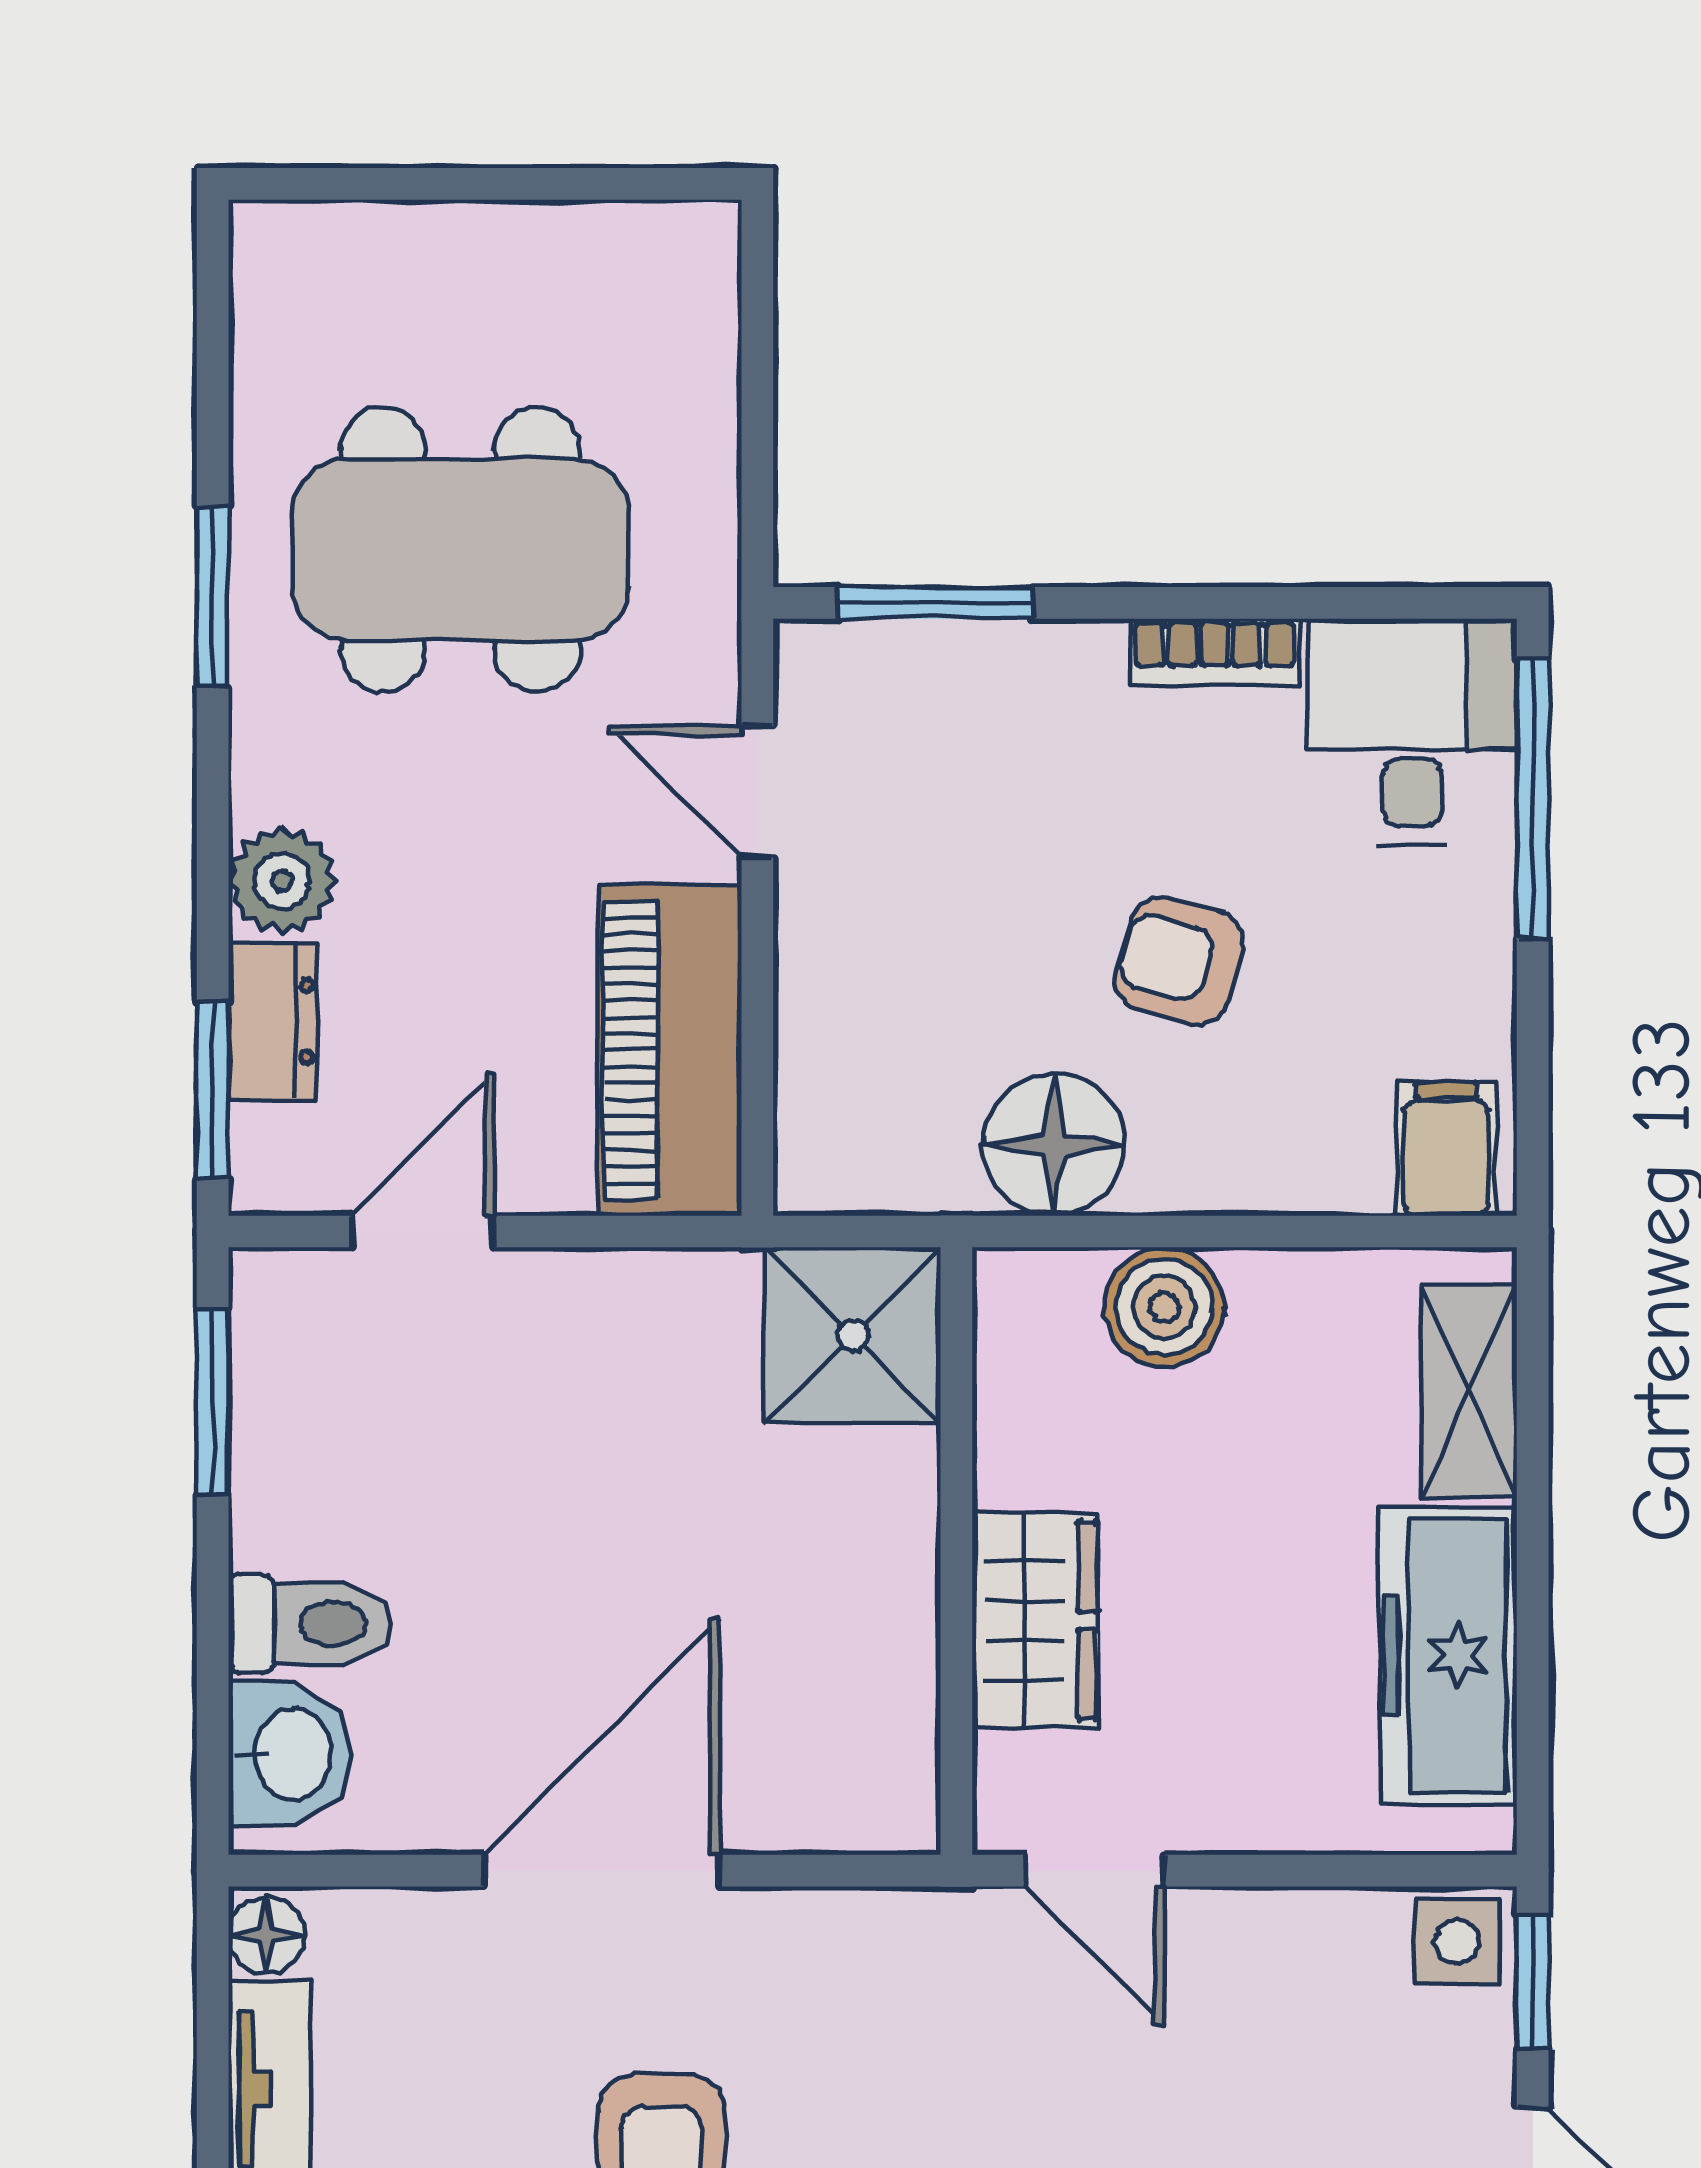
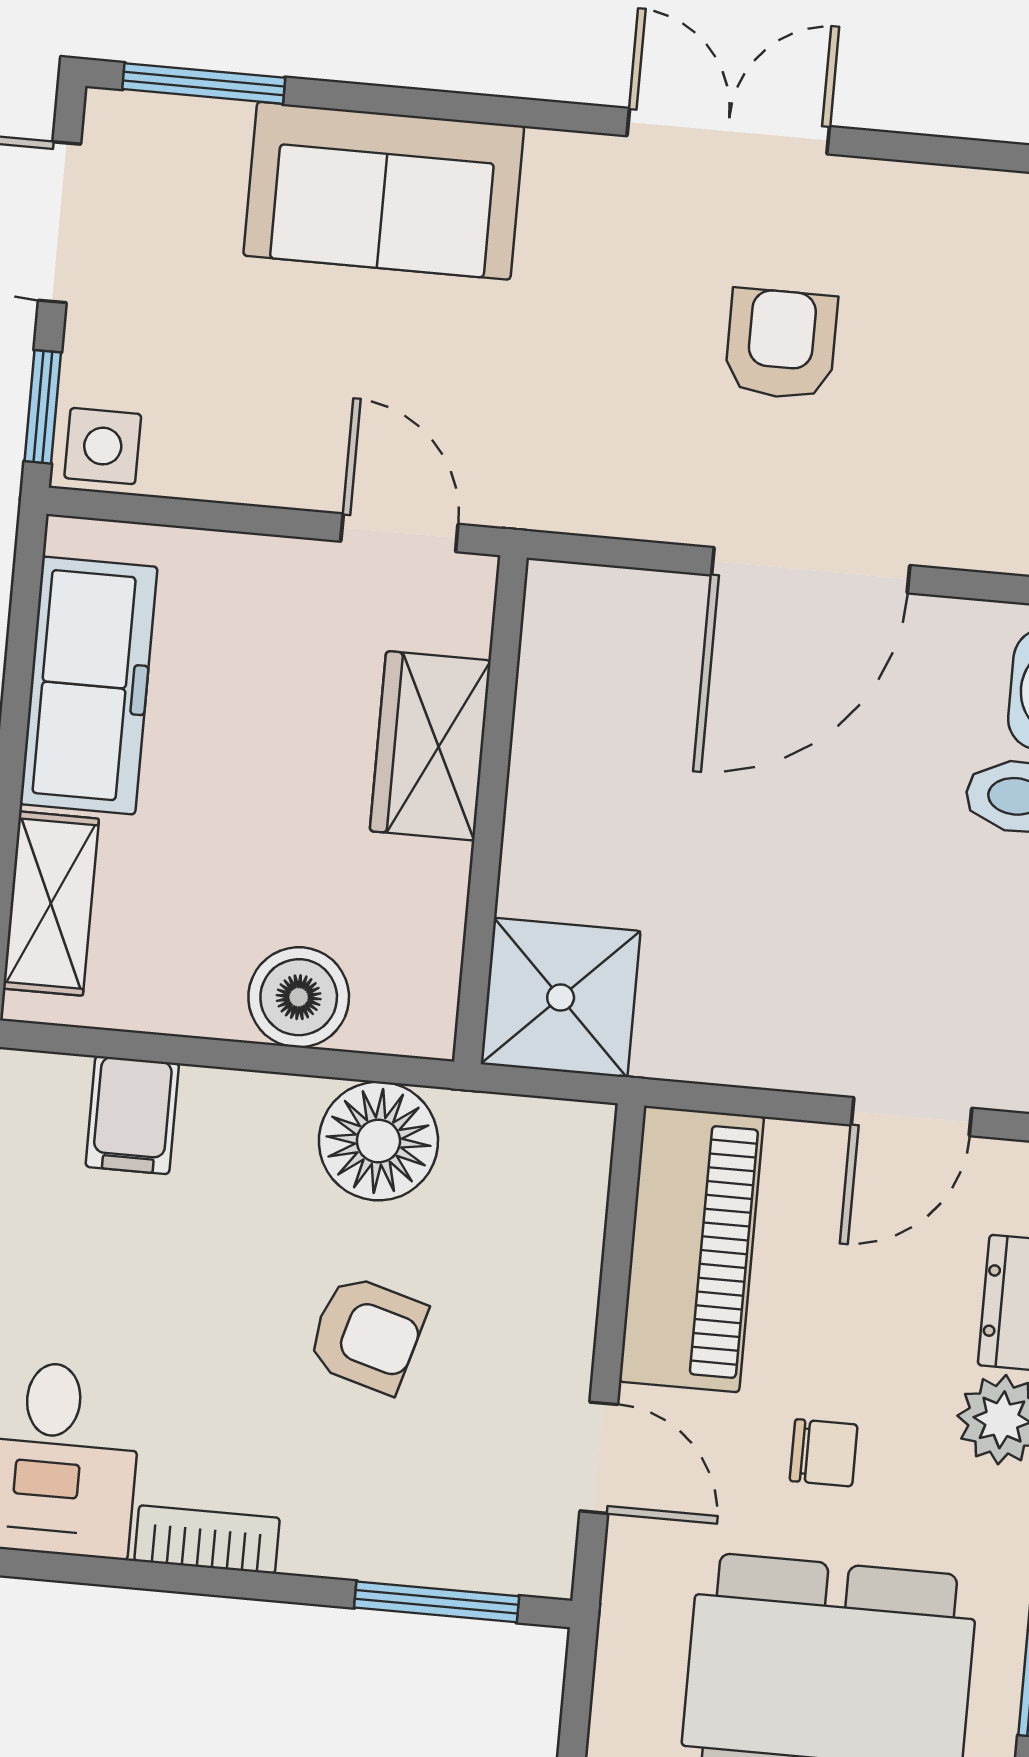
chair: (491, 822) -> (824, 1453), added
armchair: (1180, 961) -> (367, 1334), moved
filing cabinet: (1446, 1149) -> (132, 1115), moved

